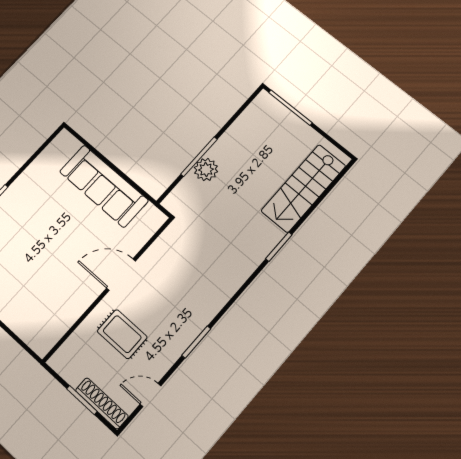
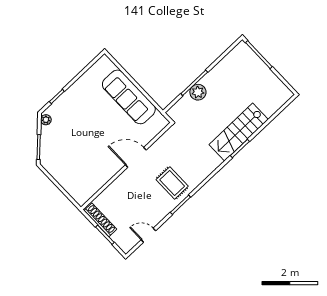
stairs: (303, 188) -> (239, 132), moved
rug: (122, 334) -> (172, 183), moved
shoe rack: (102, 403) -> (100, 220), moved

